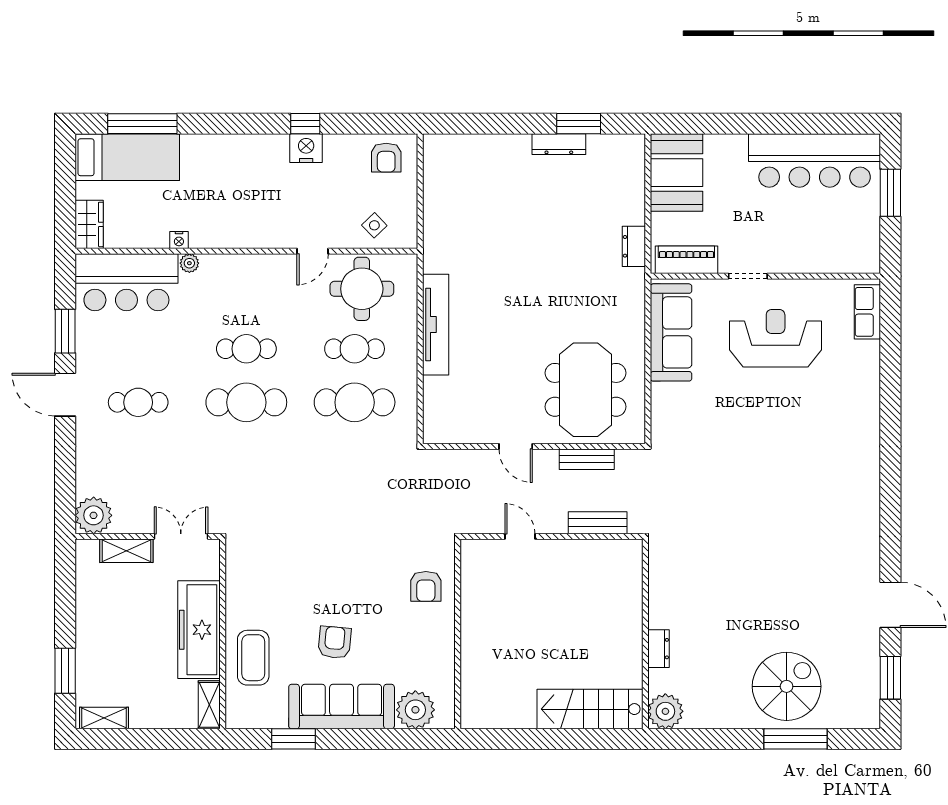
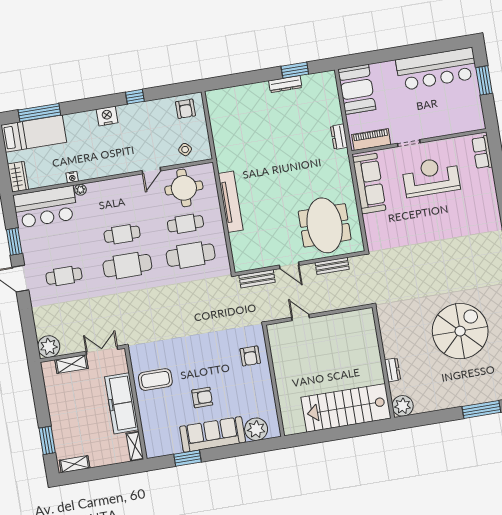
nightstand: (306, 148) -> (107, 116), moved
bench: (598, 523) -> (257, 279), moved
armchair: (335, 642) -> (202, 398), turned 85
coffee table: (253, 658) -> (155, 380), moved, turned 90
spiral stairs: (787, 686) -> (460, 331), moved, width x1.37, depth x1.37
stairs: (590, 709) -> (346, 408), width x1.36, depth x1.51

